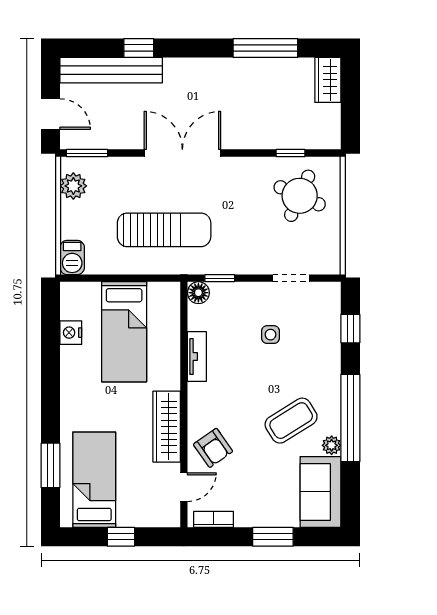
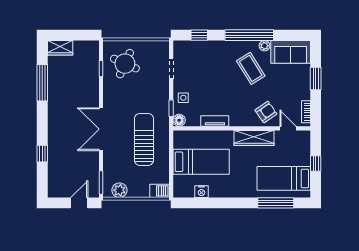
bench: (111, 70) -> (55, 169), removed
side table: (270, 335) -> (183, 98), moved
window: (51, 465) -> (276, 203), width x1.44

